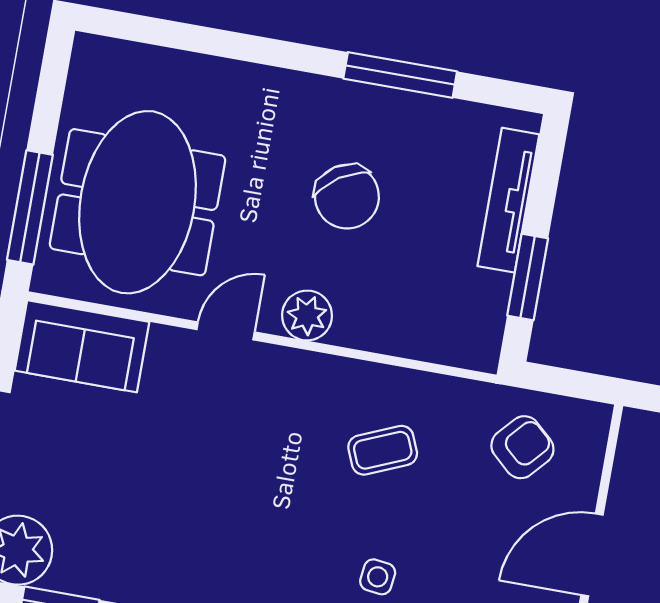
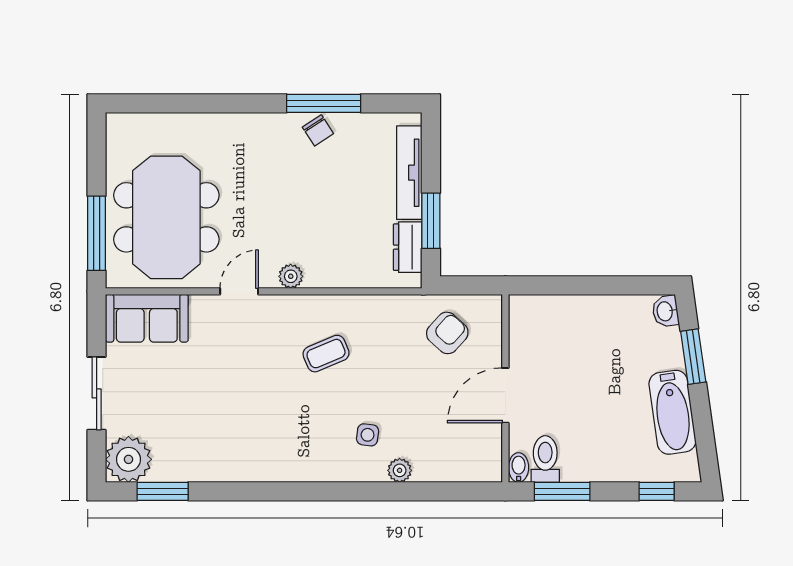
chair: (347, 197) -> (318, 130), moved, width x0.54, depth x0.54
dresser: (486, 310) -> (408, 247), added
plant: (307, 315) -> (291, 276), width x0.73, depth x0.73
coffee table: (383, 450) -> (326, 354), moved

